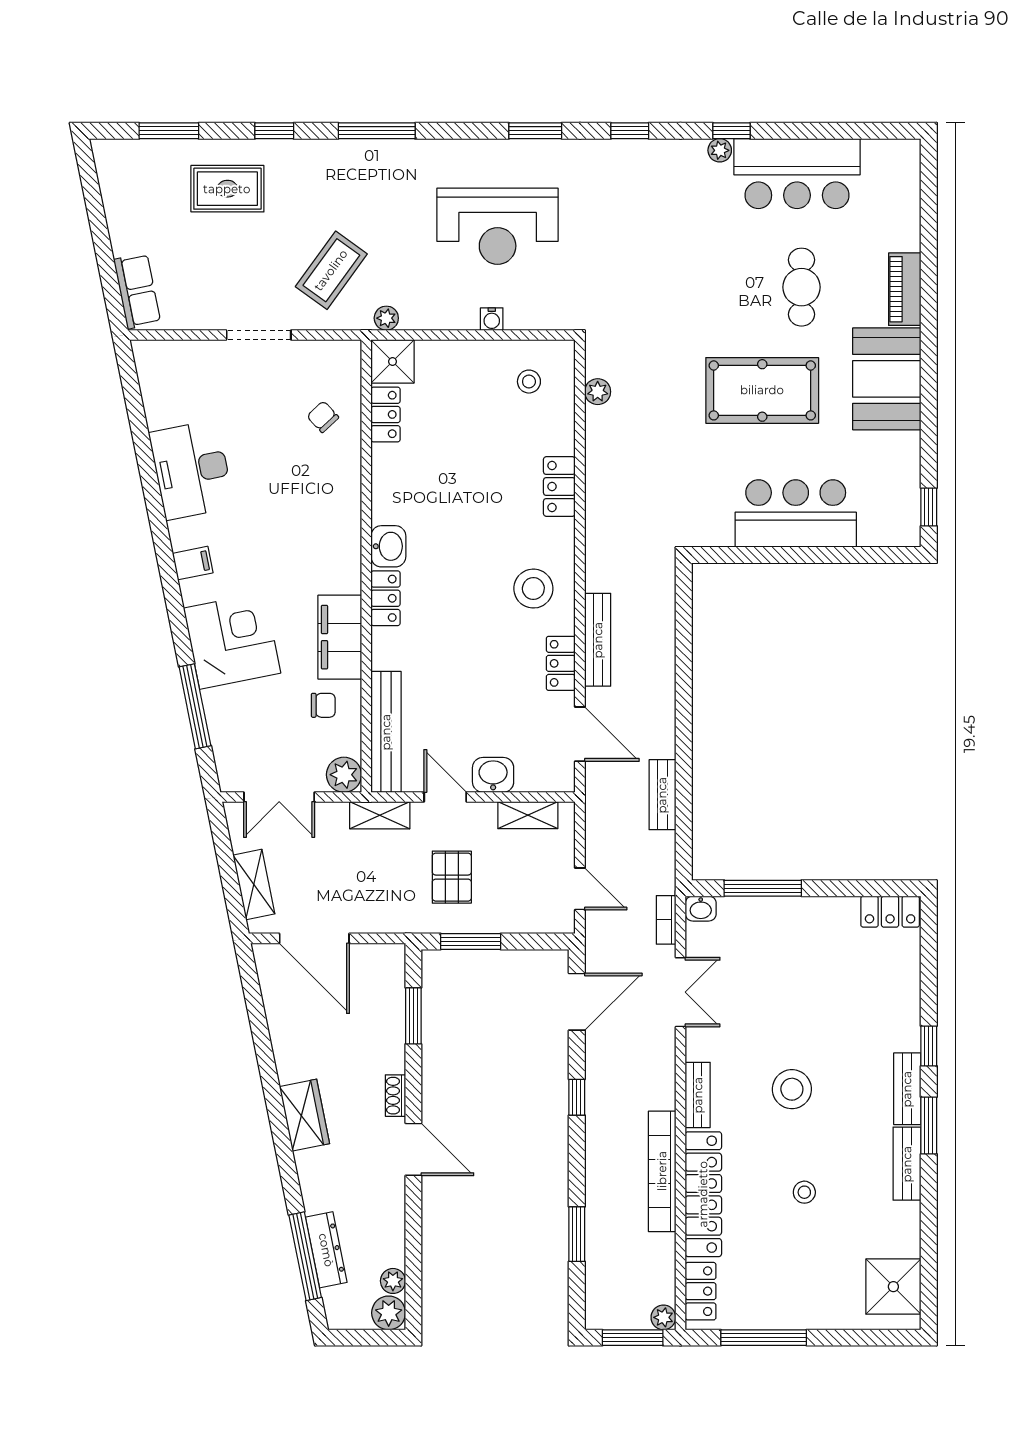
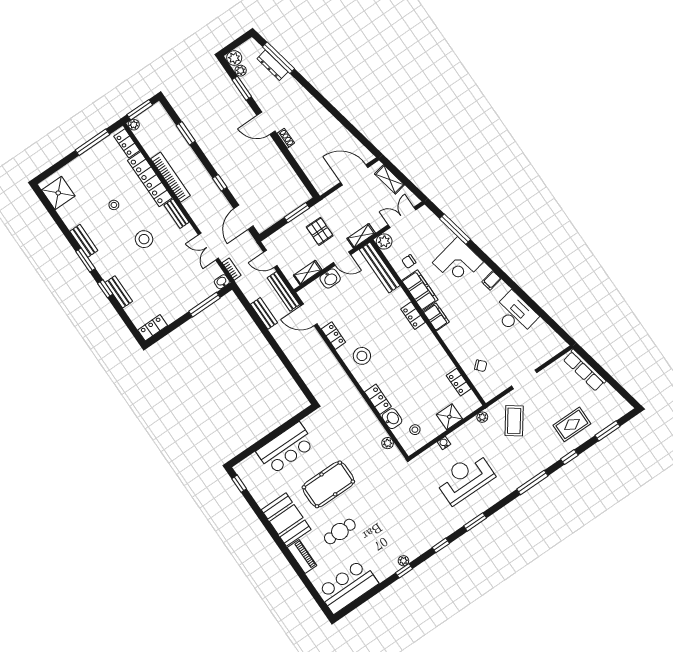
bar counter: (797, 174) -> (348, 587), moved
cafe table: (801, 287) -> (340, 532), turned 90
row of seats: (137, 291) -> (585, 370), width x1.48
shower: (393, 362) -> (449, 417), moved
washbasin: (388, 546) -> (392, 419), moved, turned 180
filing cabinet: (344, 566) -> (436, 317), added
bench: (598, 640) -> (283, 291), moved
window: (413, 1016) -> (242, 88), moved
bench: (907, 1089) -> (119, 292), moved
wardrobe: (304, 1115) -> (314, 109), removed

